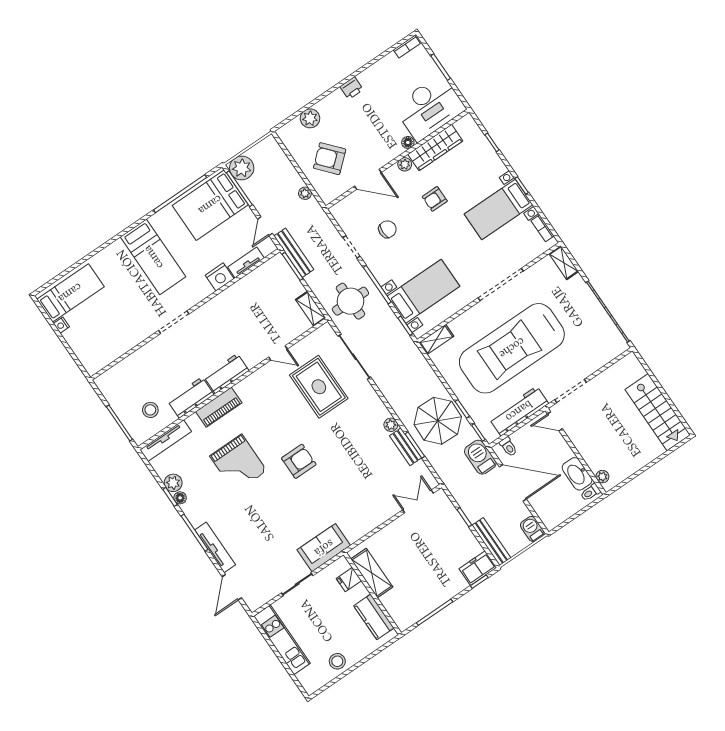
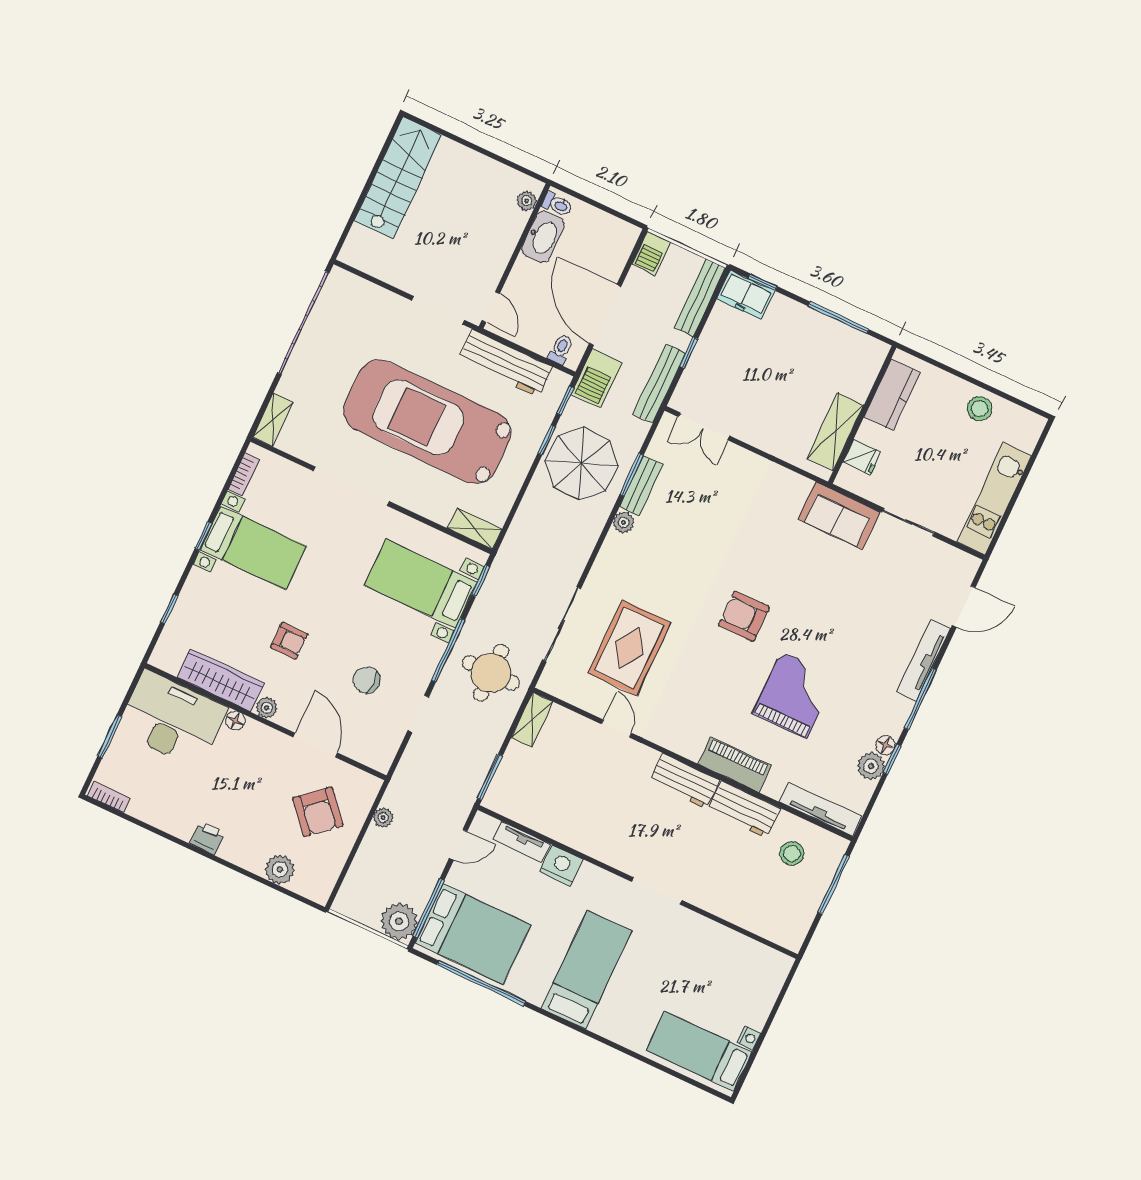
bench: (294, 253) -> (659, 384), moved
car: (512, 348) -> (427, 422), turned 180

